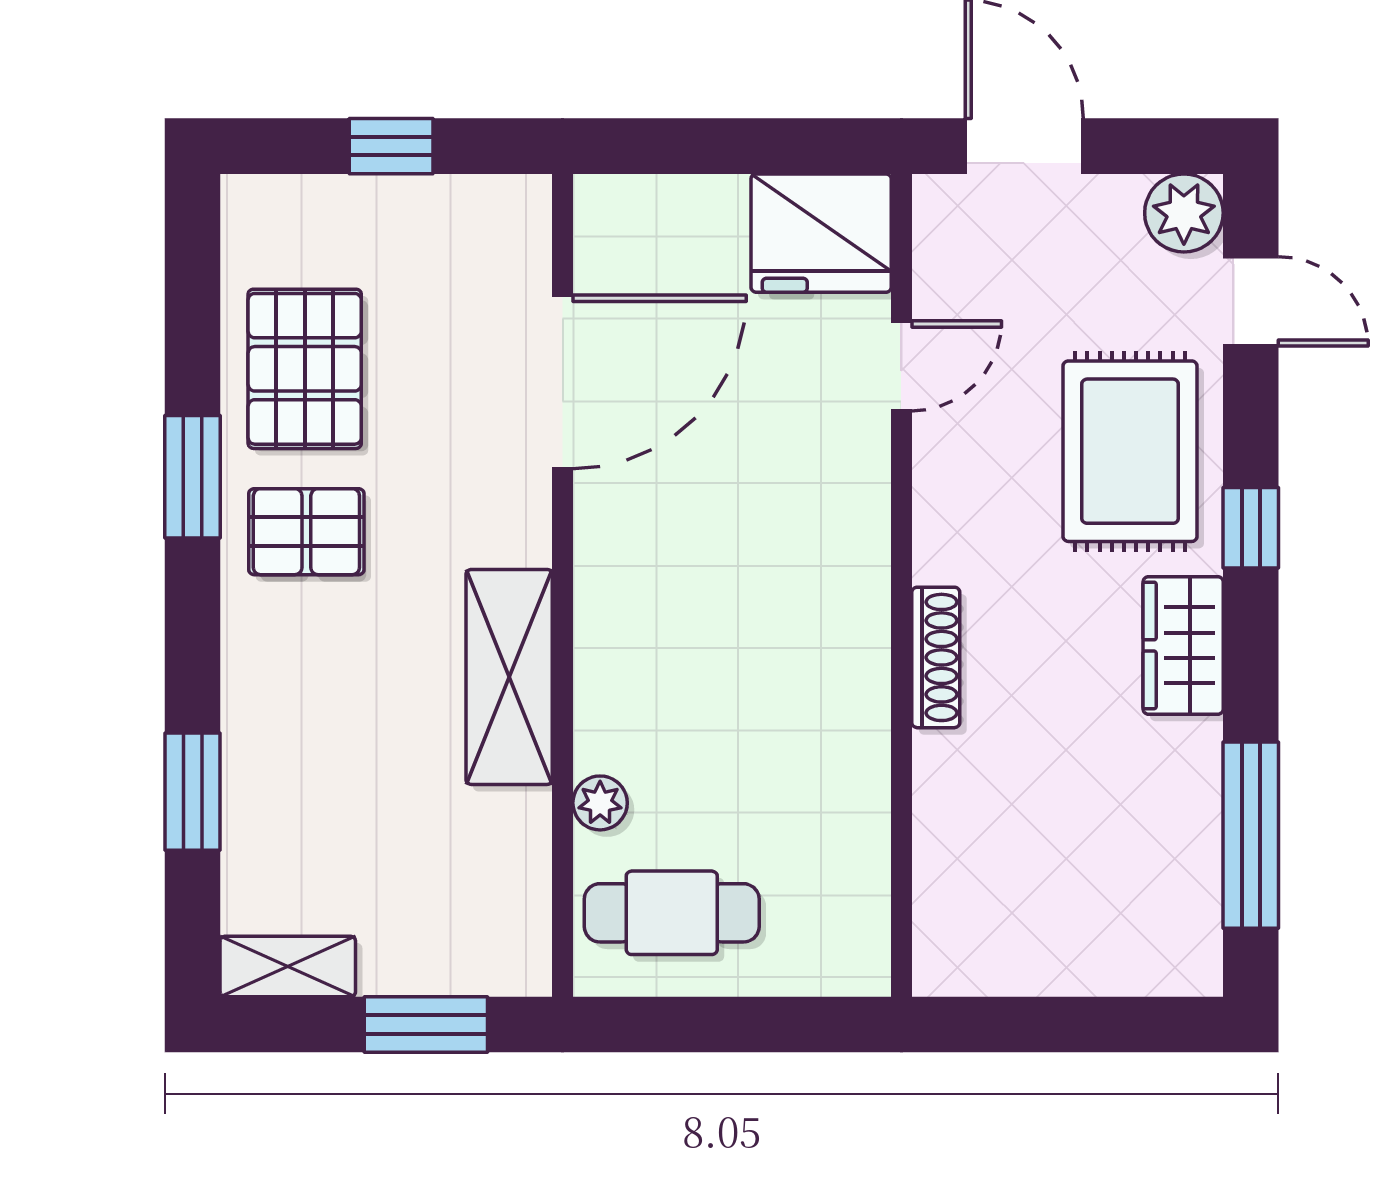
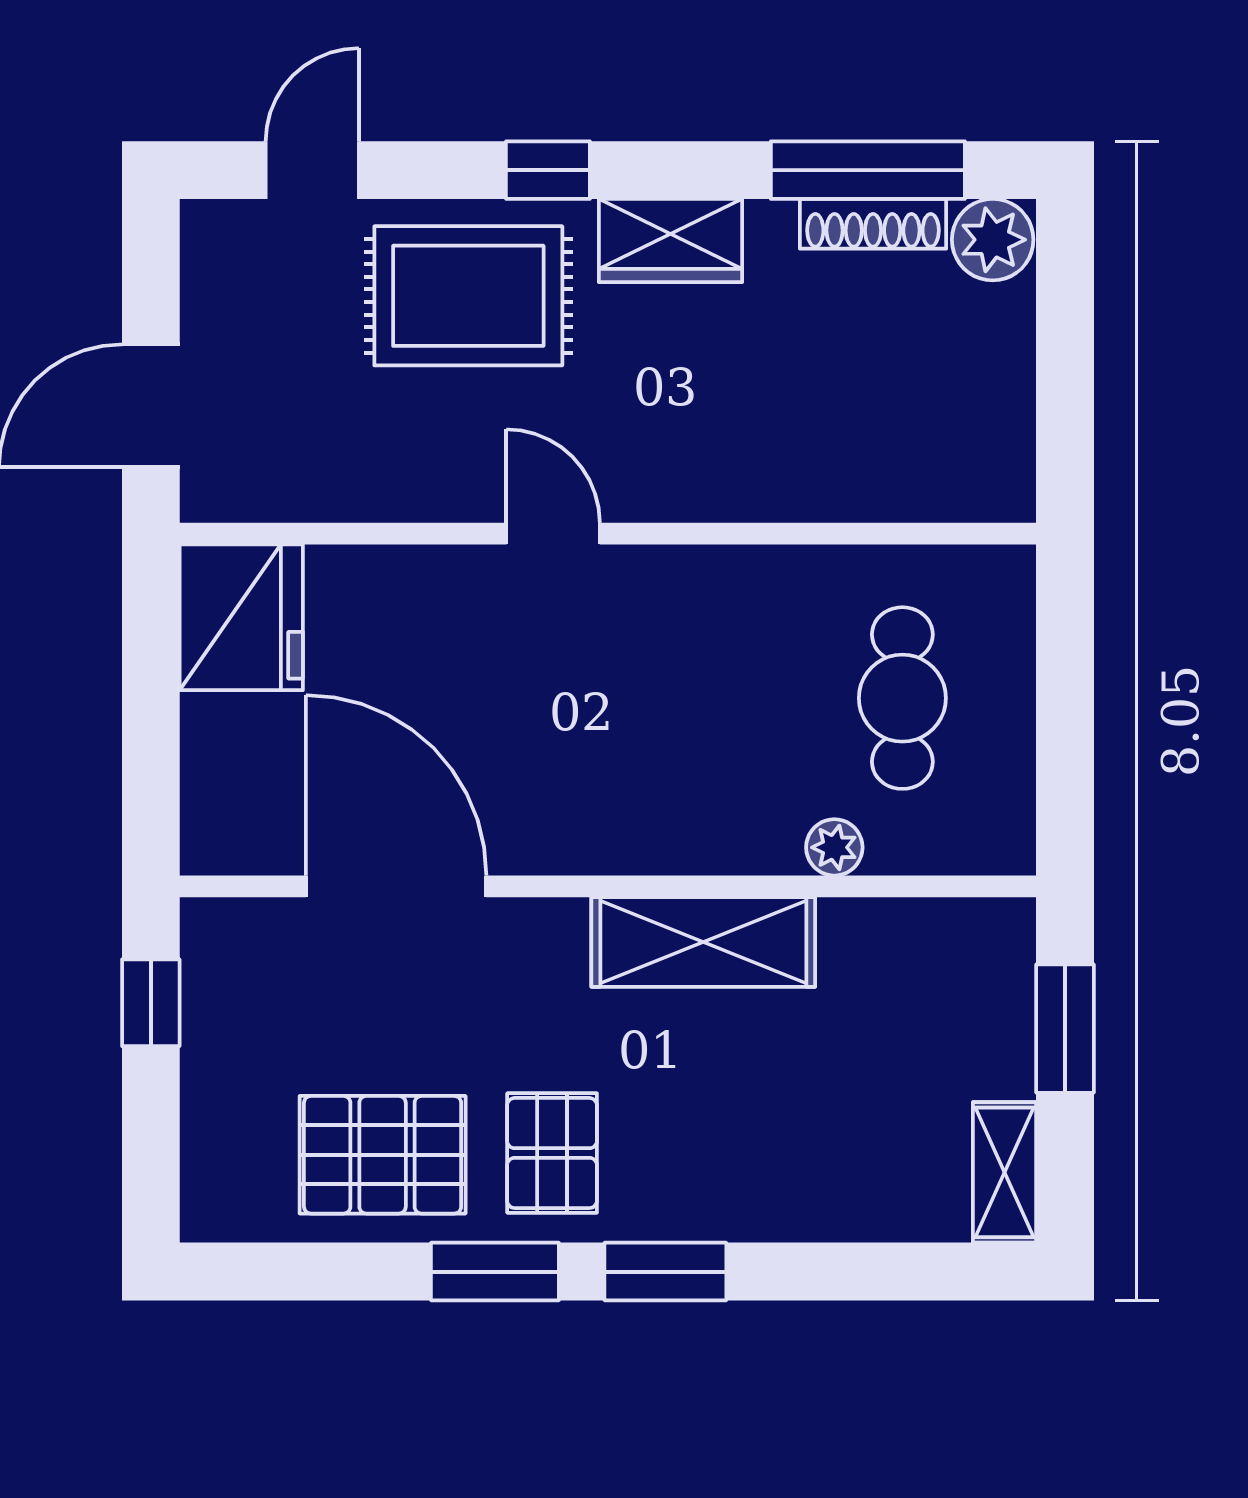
window: (391, 146) -> (151, 1003), moved
plant: (1184, 213) -> (993, 240), moved
door: (901, 366) -> (553, 534), moved
shoe rack: (936, 657) -> (873, 224), moved, turned 180
window: (193, 792) -> (665, 1272), moved
cafe table: (672, 913) -> (902, 698), moved

